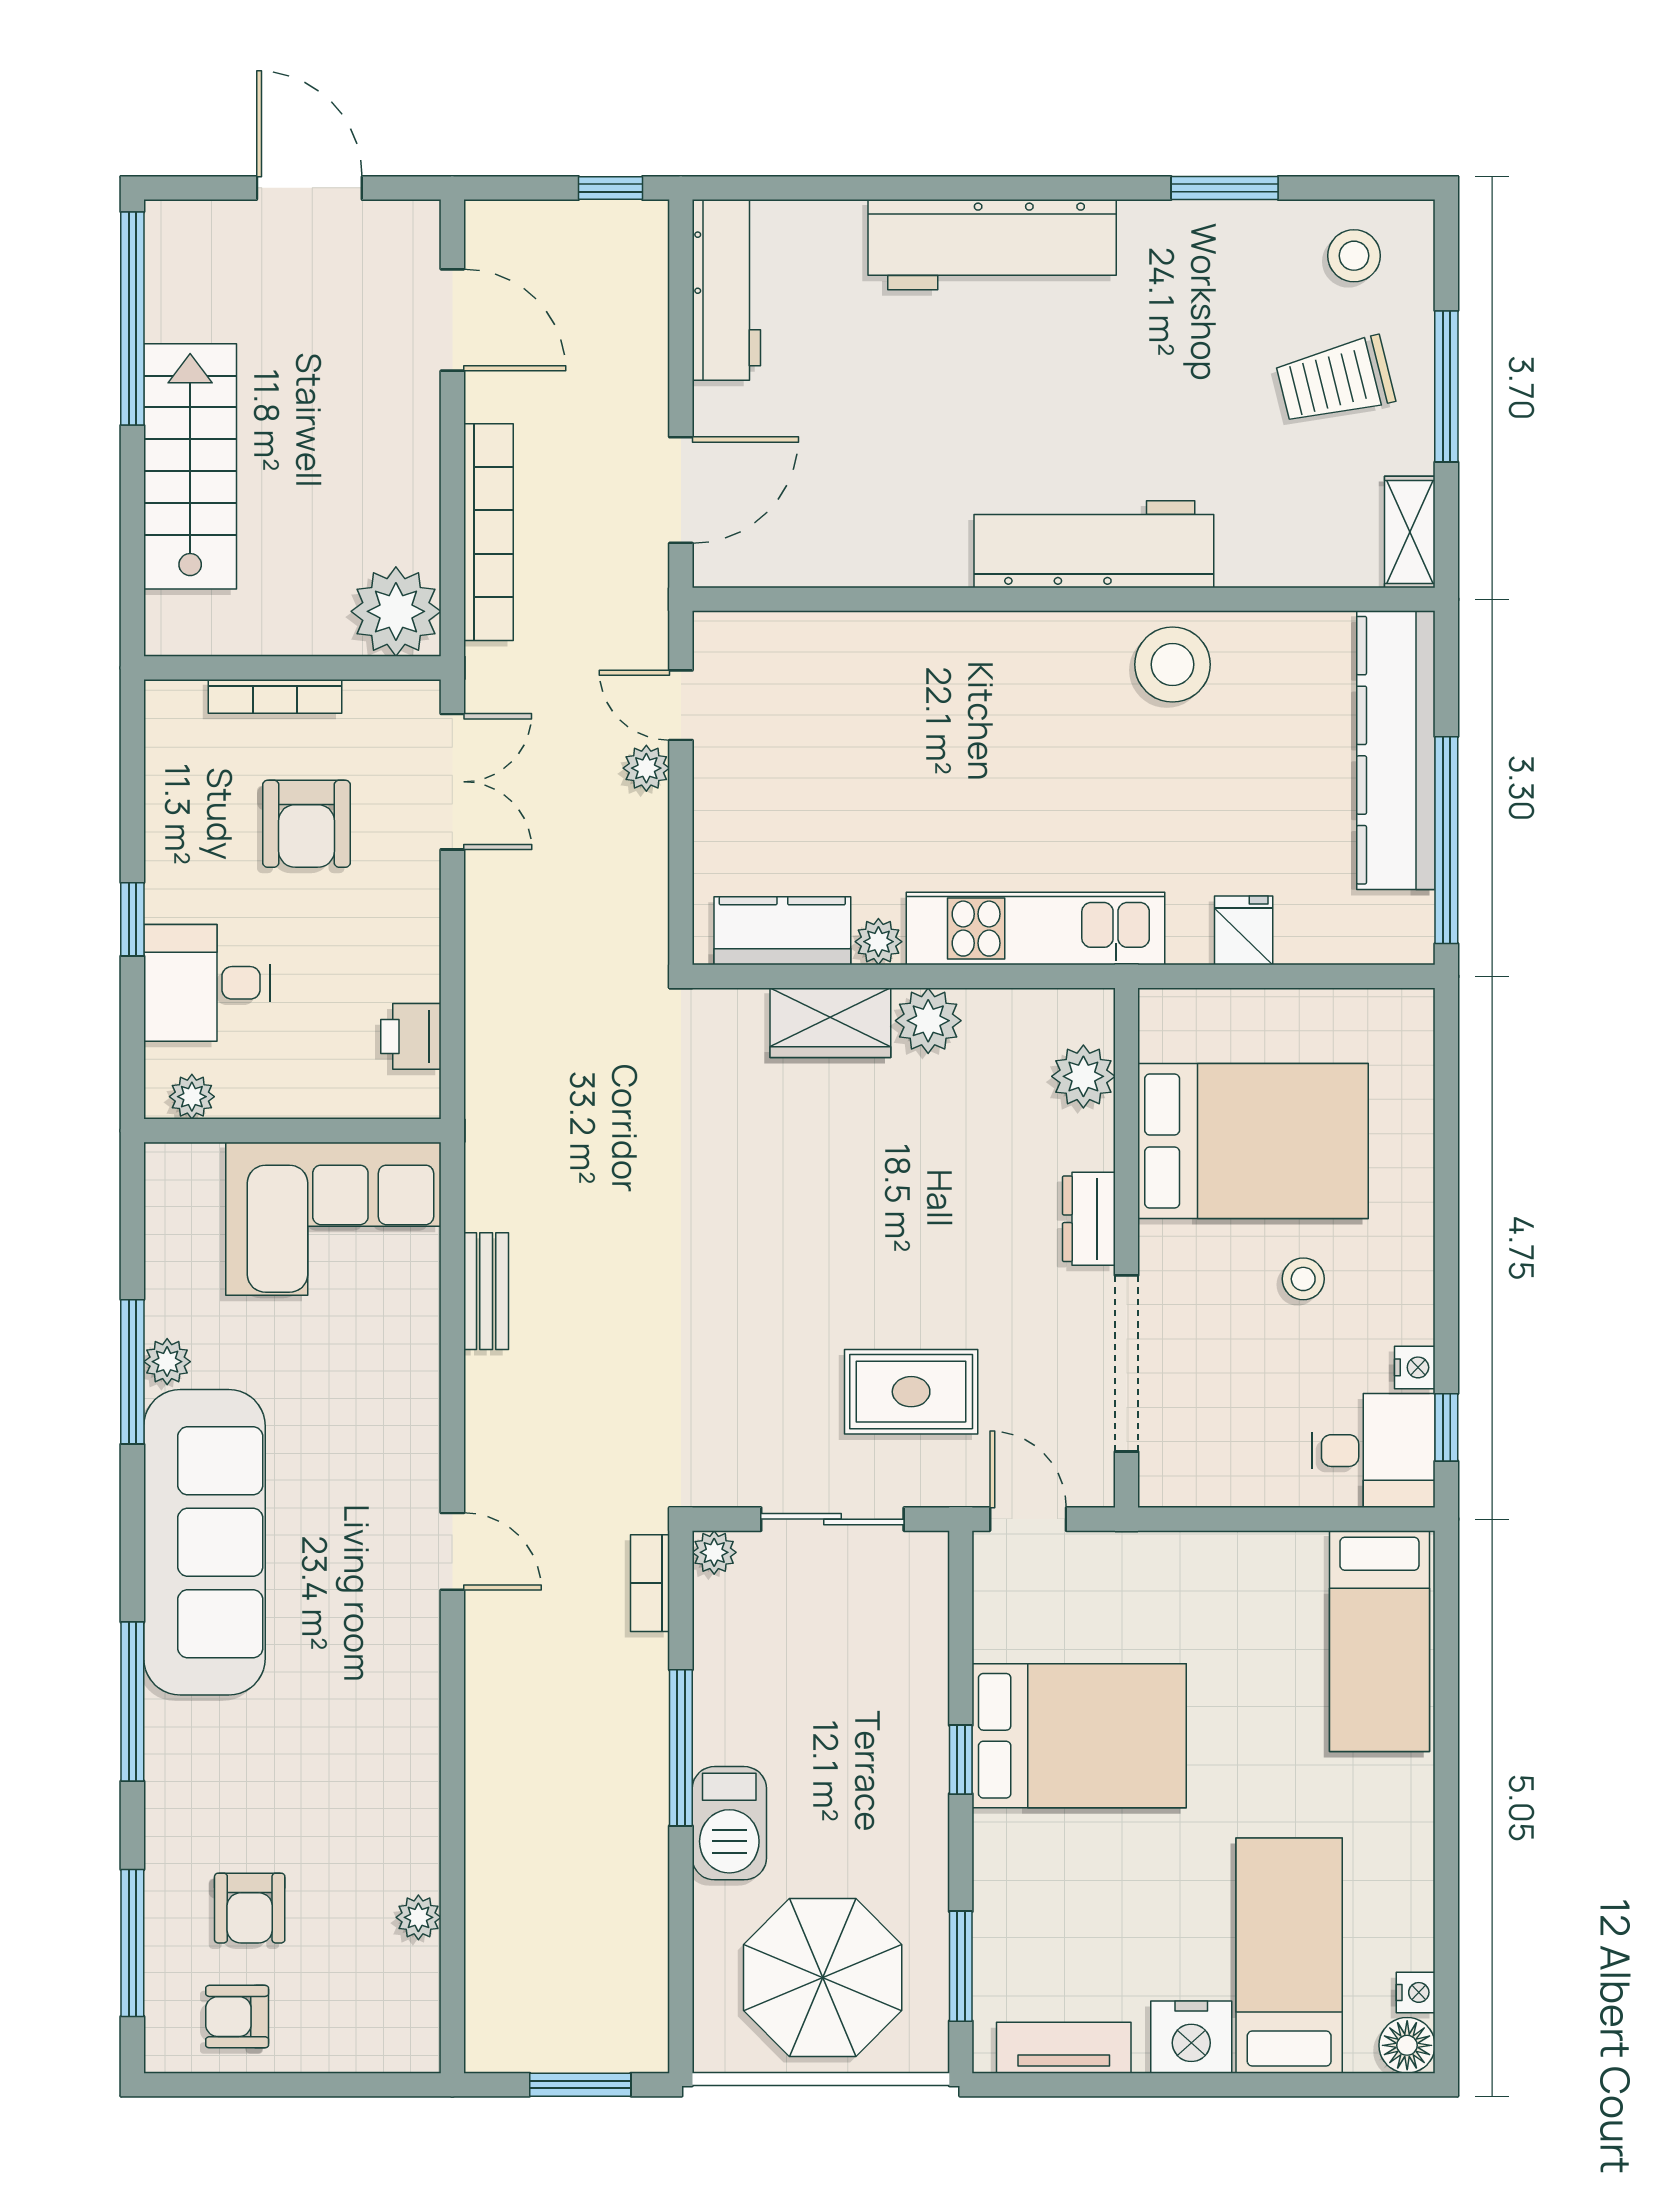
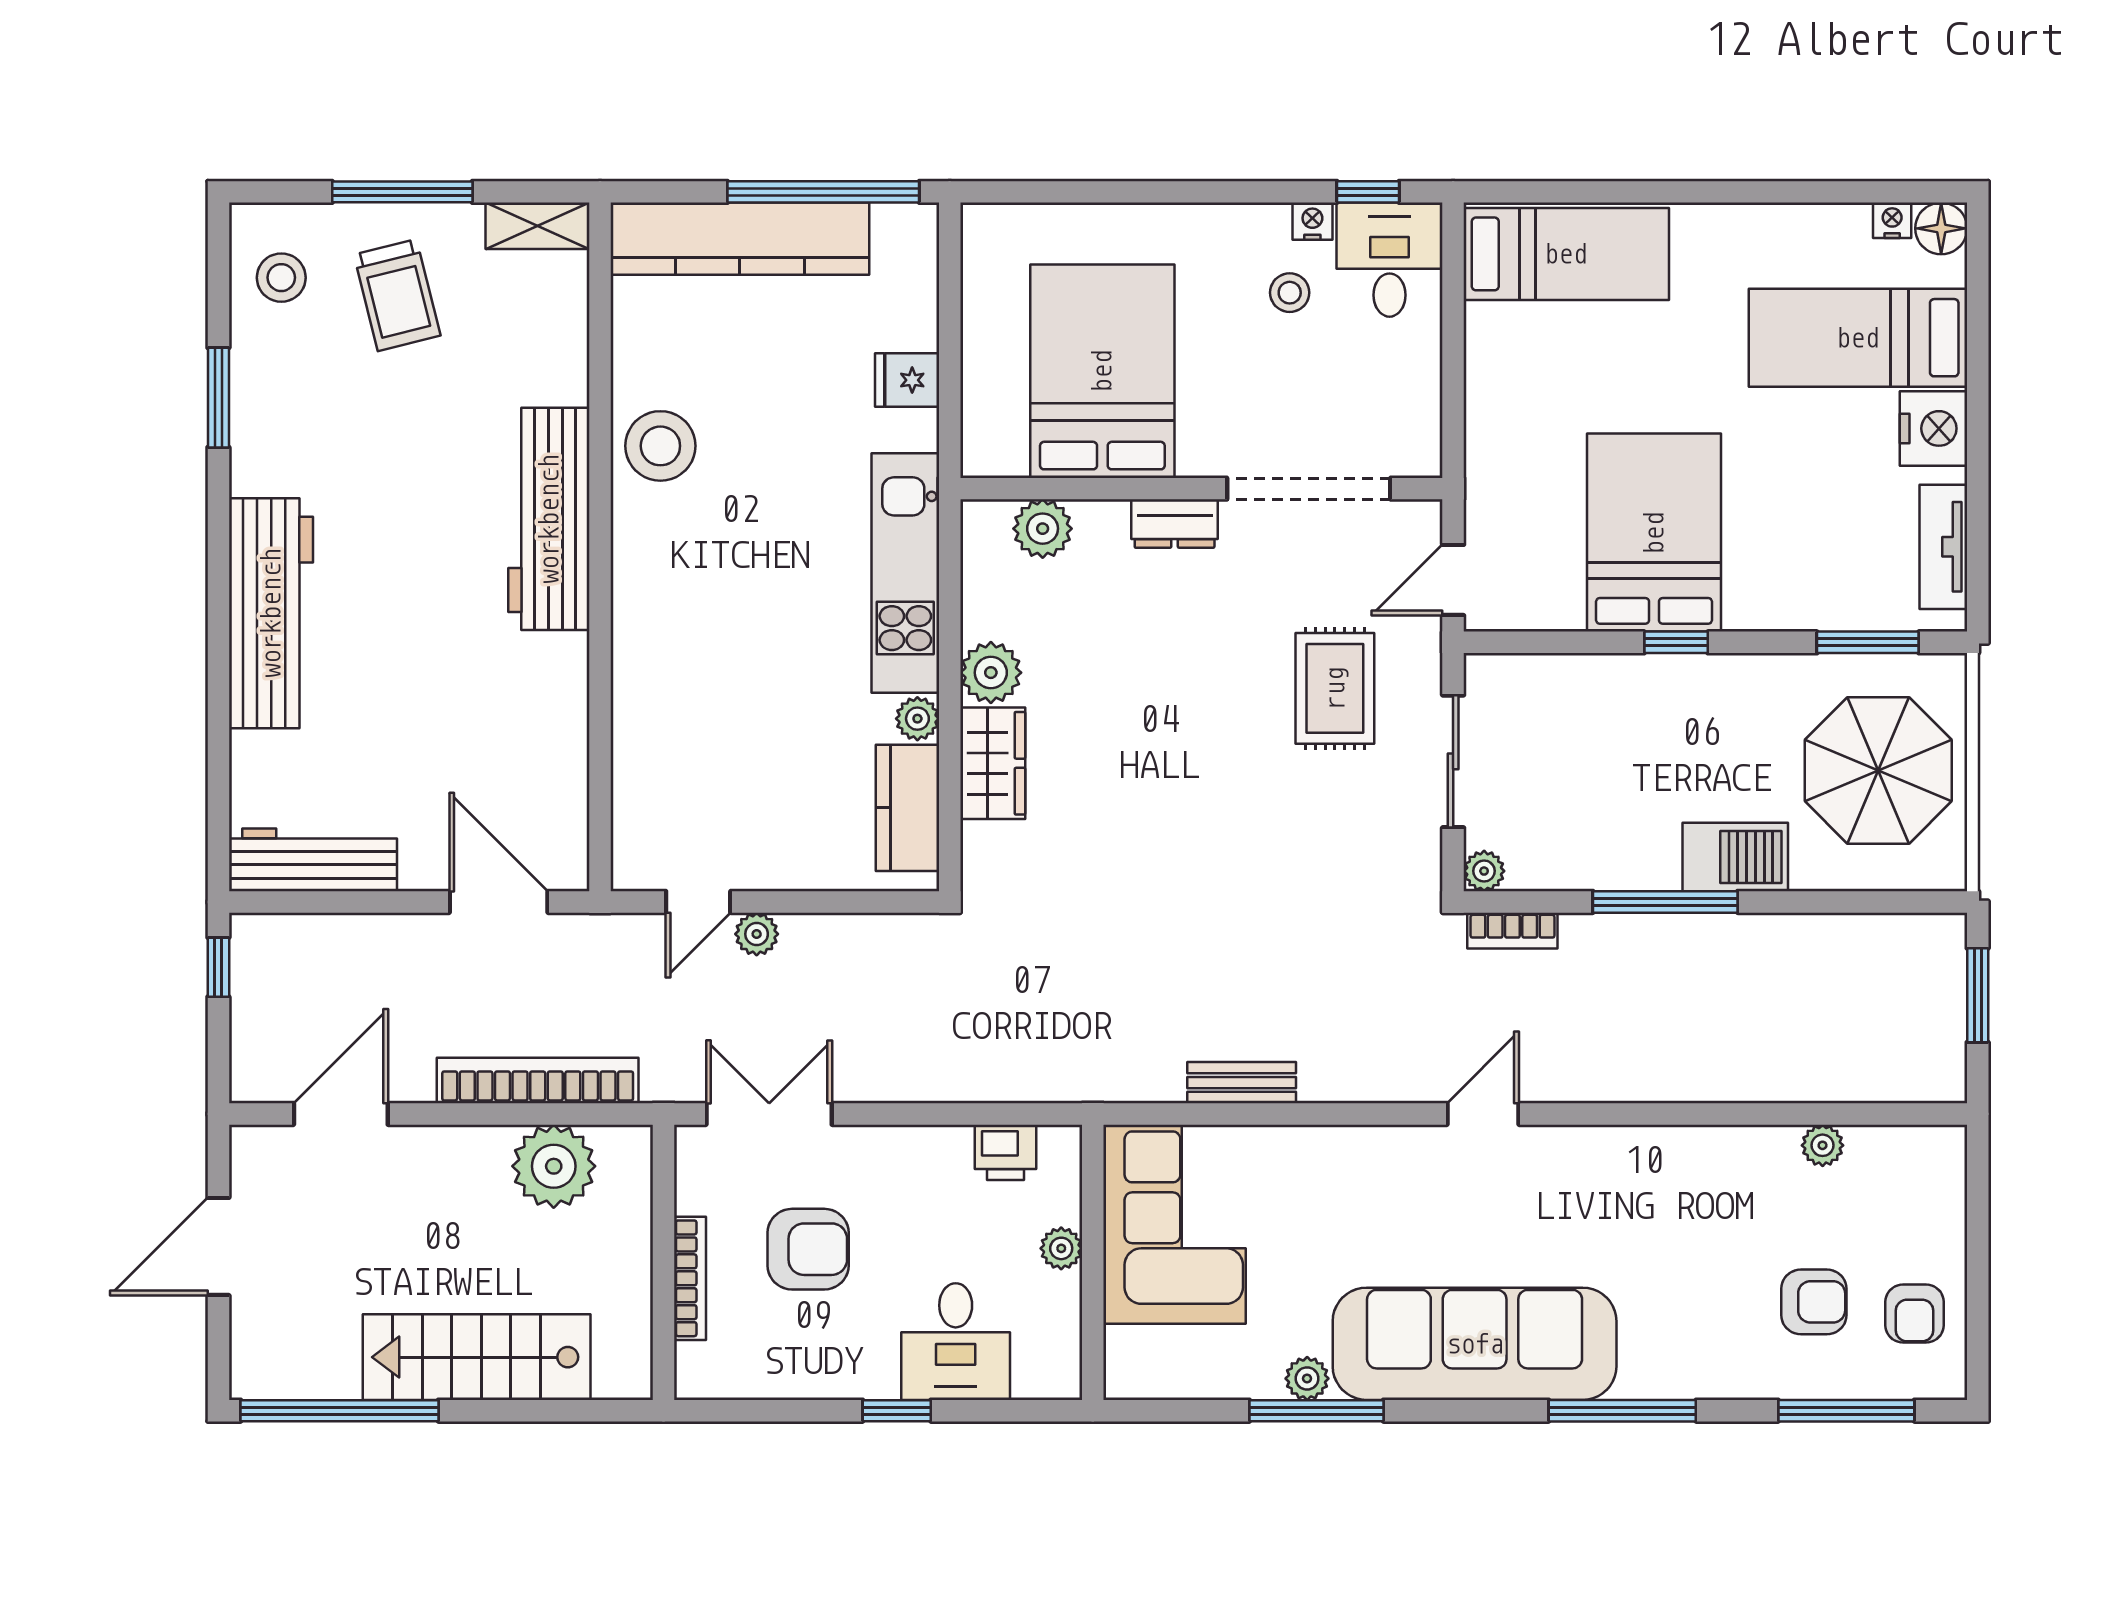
plant: (396, 611) -> (554, 1166), moved
plant: (192, 1097) -> (1061, 1248), moved
stool: (1303, 1279) -> (1290, 293), moved

